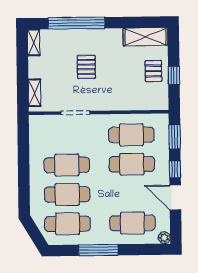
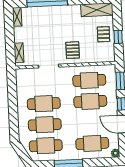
pallet: (86, 67) -> (73, 50), moved

